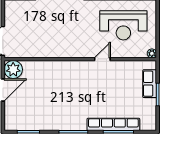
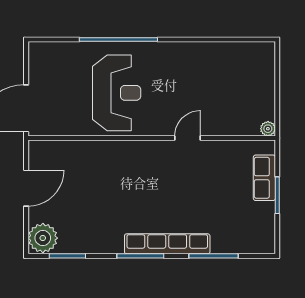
reception desk: (123, 25) -> (117, 93), moved, turned -90
plant: (13, 69) -> (43, 238), moved
row of seats: (113, 124) -> (167, 244), moved

